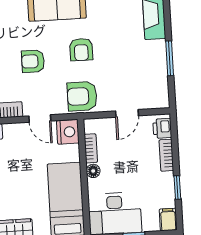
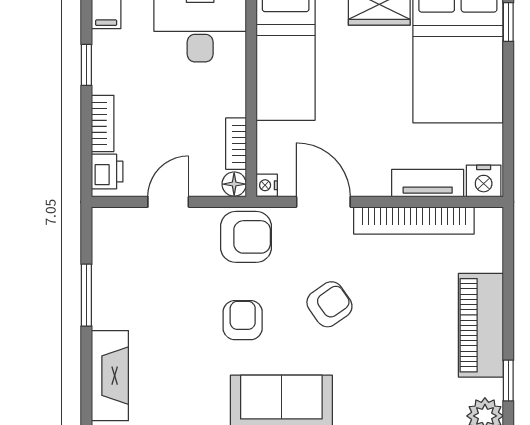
armchair: (33, 61) -> (329, 304), turned -35
door: (40, 119) -> (323, 202), width x1.38
nightstand: (68, 132) -> (267, 185), width x0.53, depth x0.56
floor lamp: (93, 171) -> (234, 184), moved

